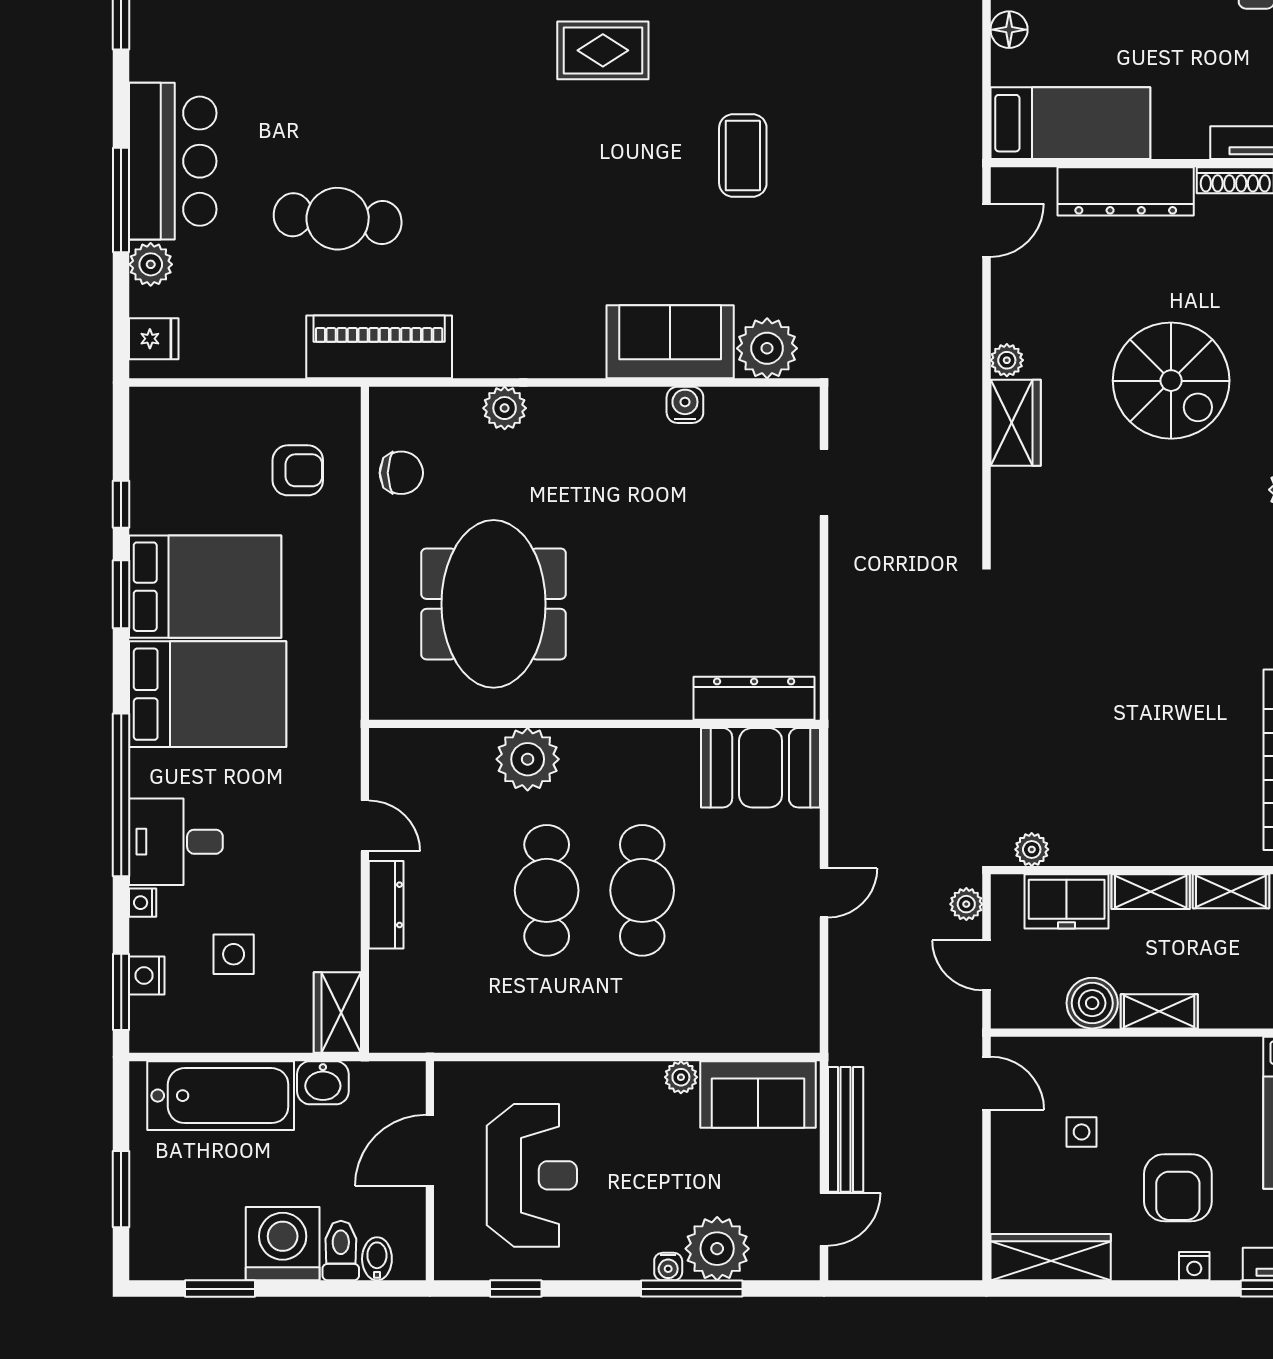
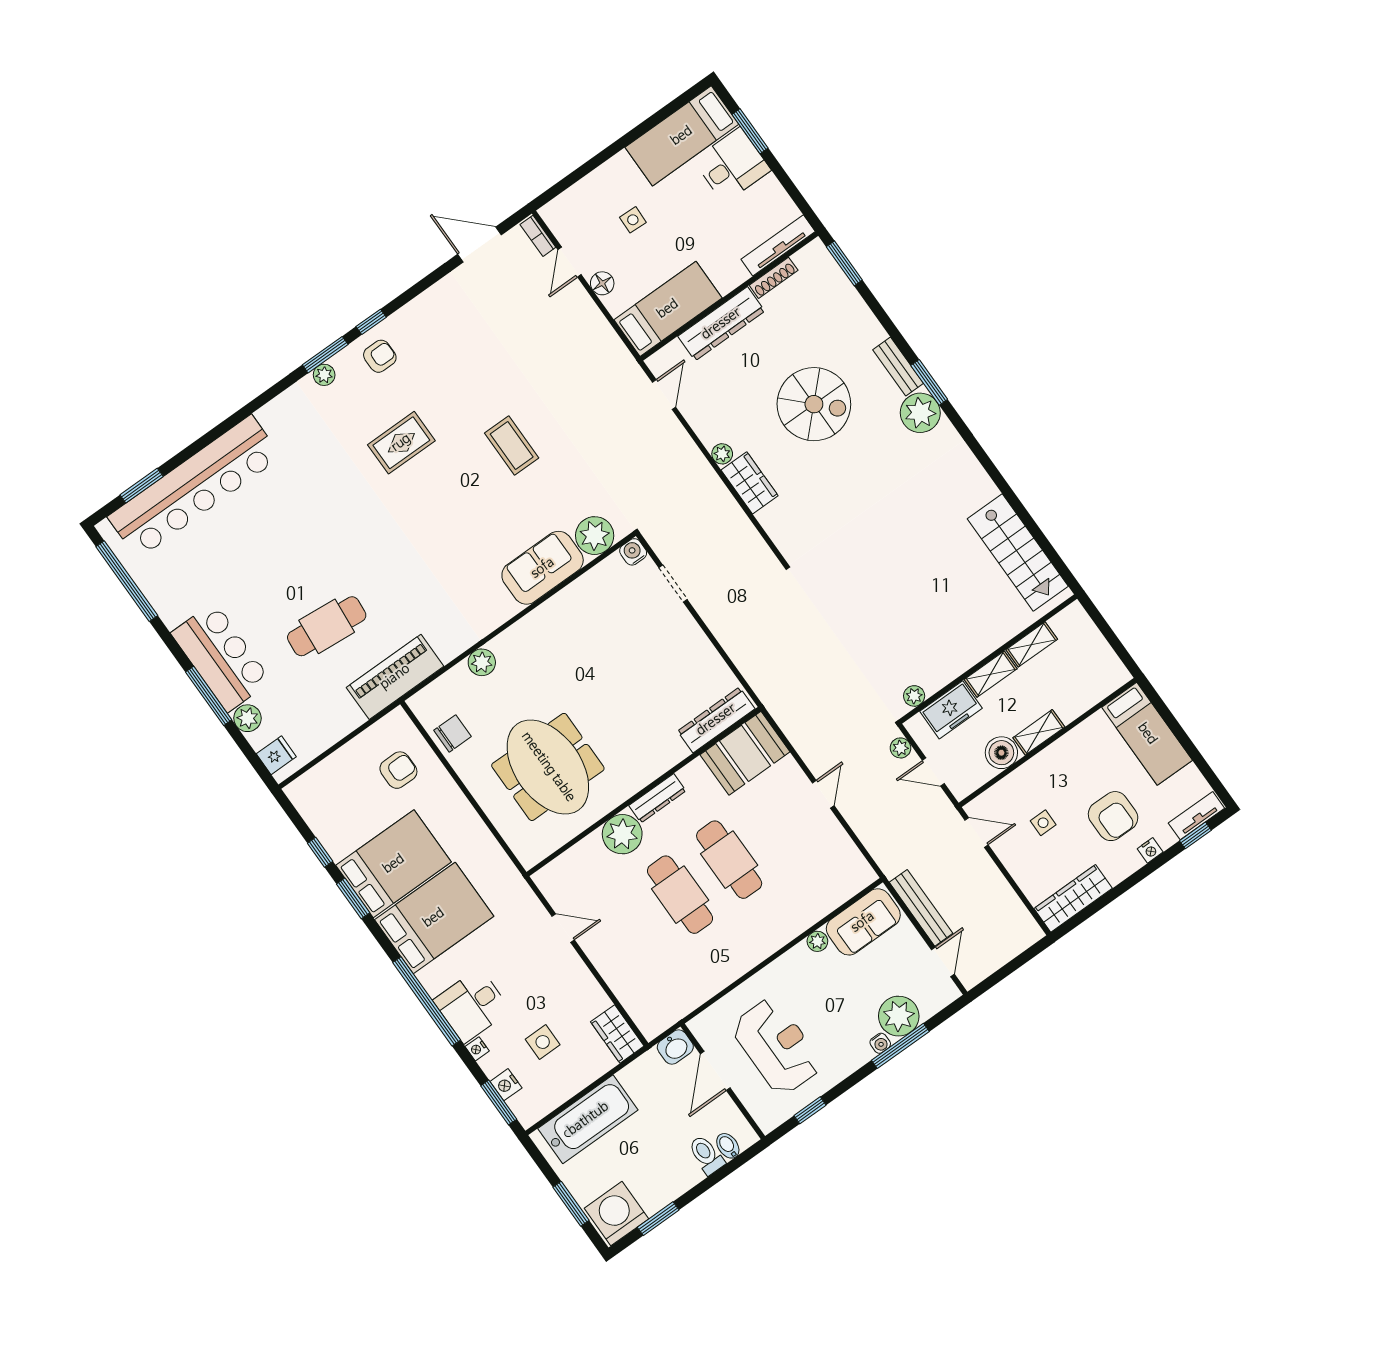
water cooler: (685, 405) -> (633, 552), moved
dresser: (386, 905) -> (657, 798), moved, turned 90
washbasin: (323, 1083) -> (675, 1047), moved
washing machine: (283, 1244) -> (616, 1214), moved

